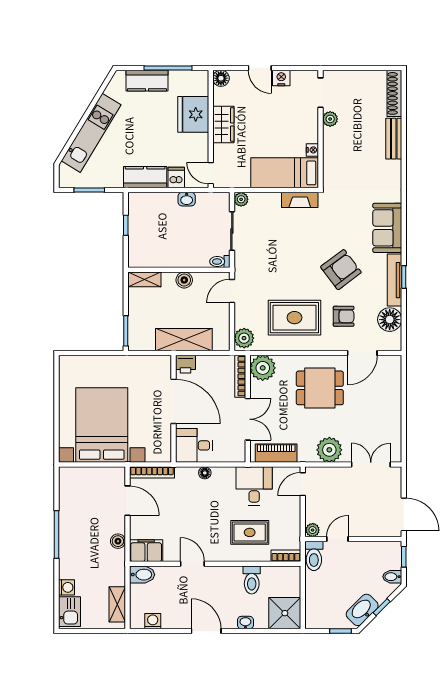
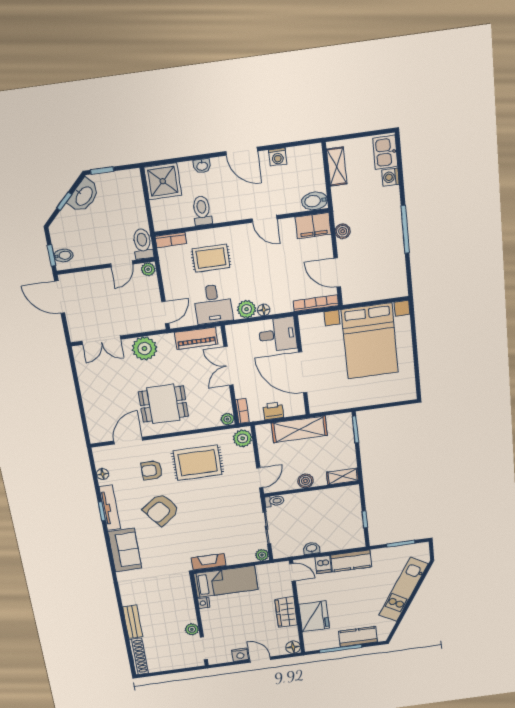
floor lamp: (390, 320) -> (103, 474), width x0.53, depth x0.53
printer: (185, 364) -> (273, 411), moved
plant: (263, 368) -> (227, 419), width x0.53, depth x0.53
bookcase: (240, 376) -> (242, 411), width x0.64
plant: (222, 476) -> (247, 309), added
bidet: (392, 577) -> (63, 255), moved
washing machine: (153, 621) -> (278, 157), moved

